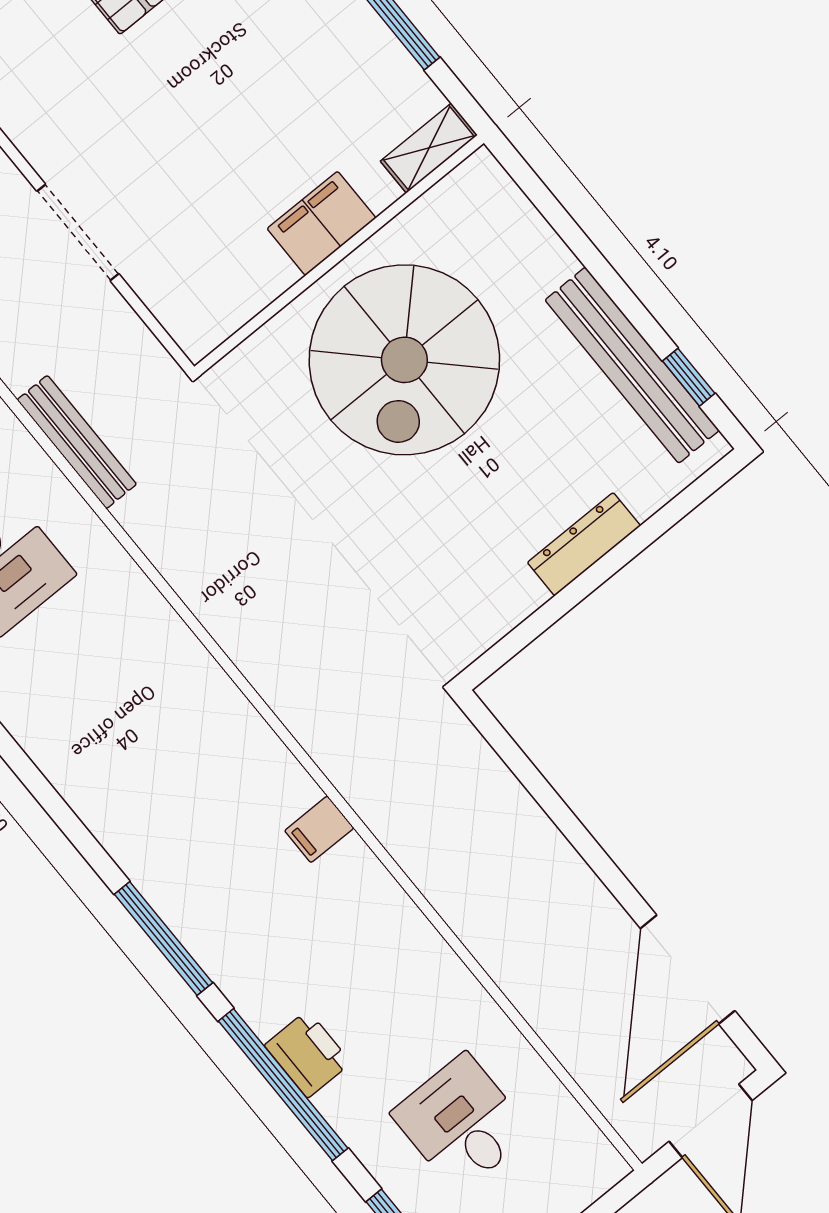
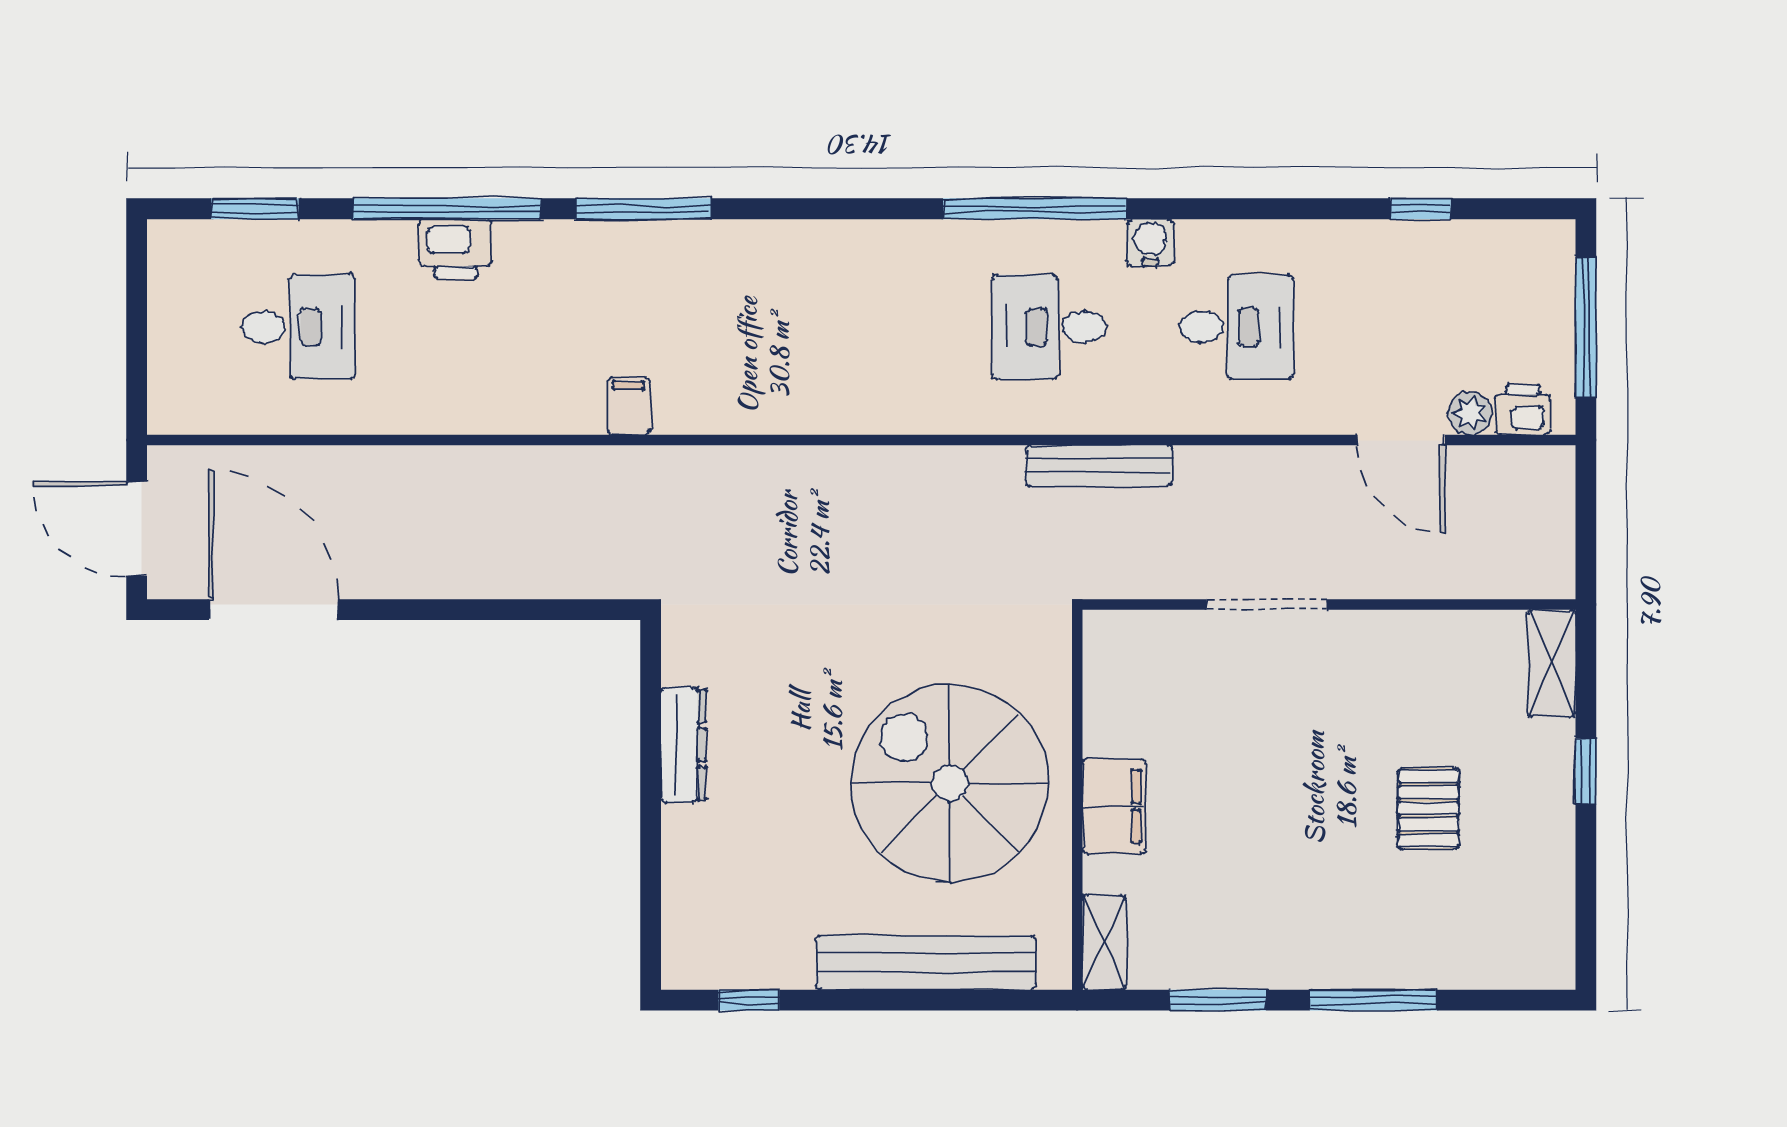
bench: (632, 365) -> (926, 963), moved
dresser: (584, 544) -> (683, 745), moved

